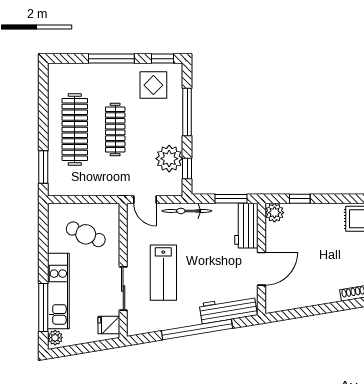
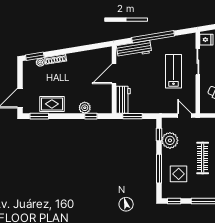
display table: (153, 85) -> (179, 174), moved
bicycle: (187, 211) -> (159, 109), removed
plant: (274, 213) -> (85, 108), moved

